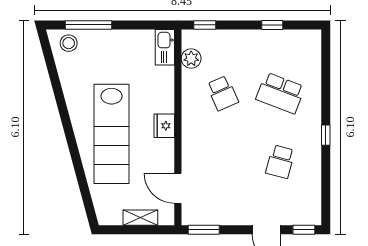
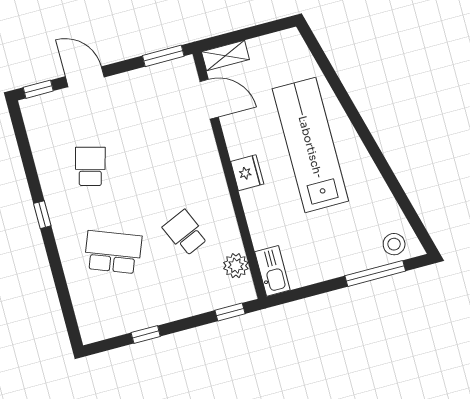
shelving: (140, 218) -> (225, 56), moved

